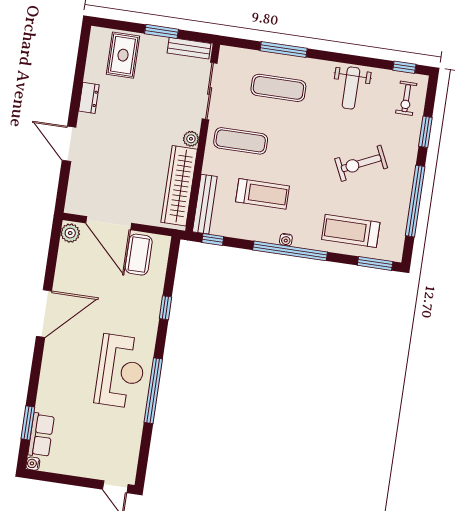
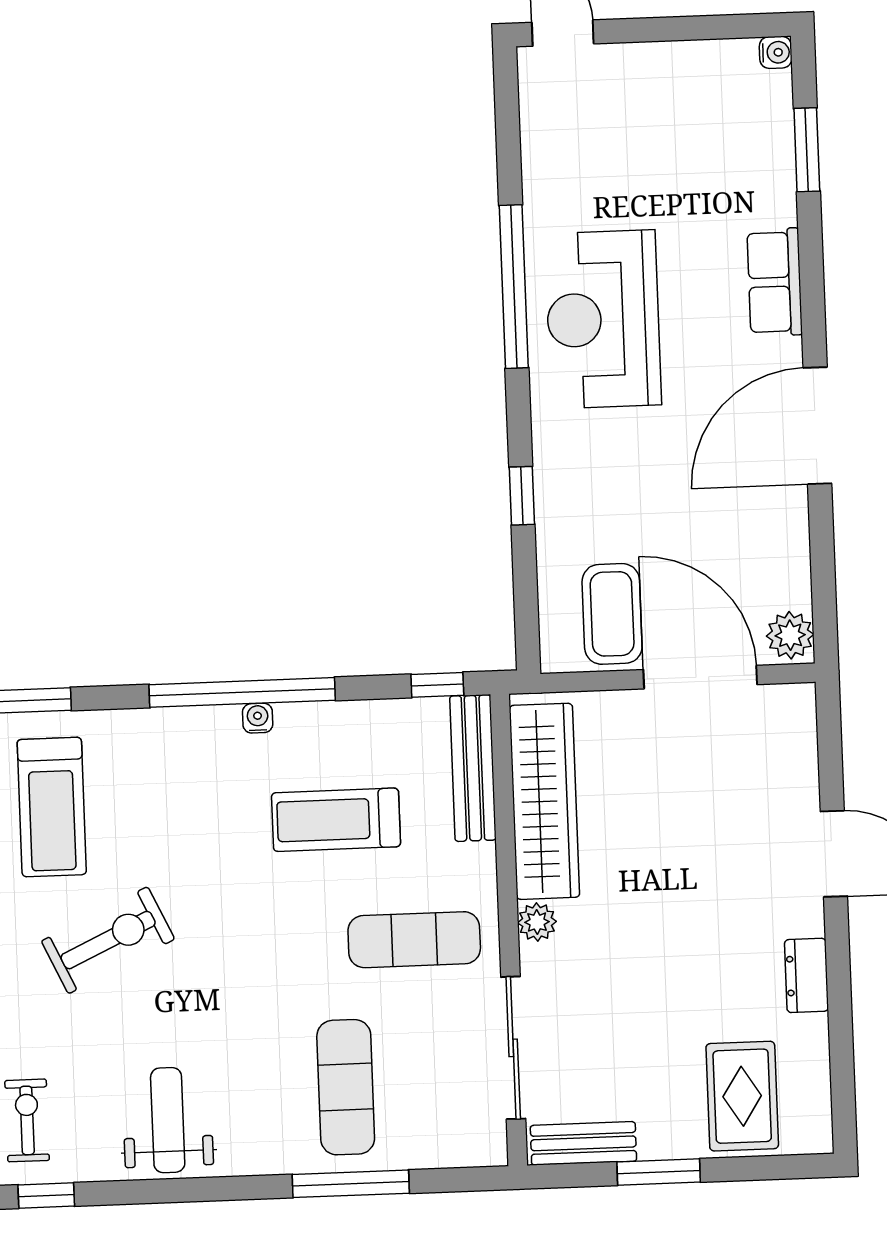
exercise mat: (278, 88) -> (346, 1087), turned 90
treadmill: (351, 231) -> (52, 807), moved, turned 90
row of seats: (41, 435) -> (775, 282), moved

